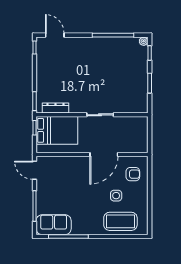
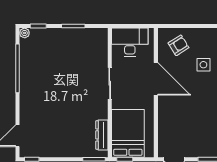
desk: (136, 132) -> (130, 42), added
armchair: (133, 174) -> (179, 45), turned 58

